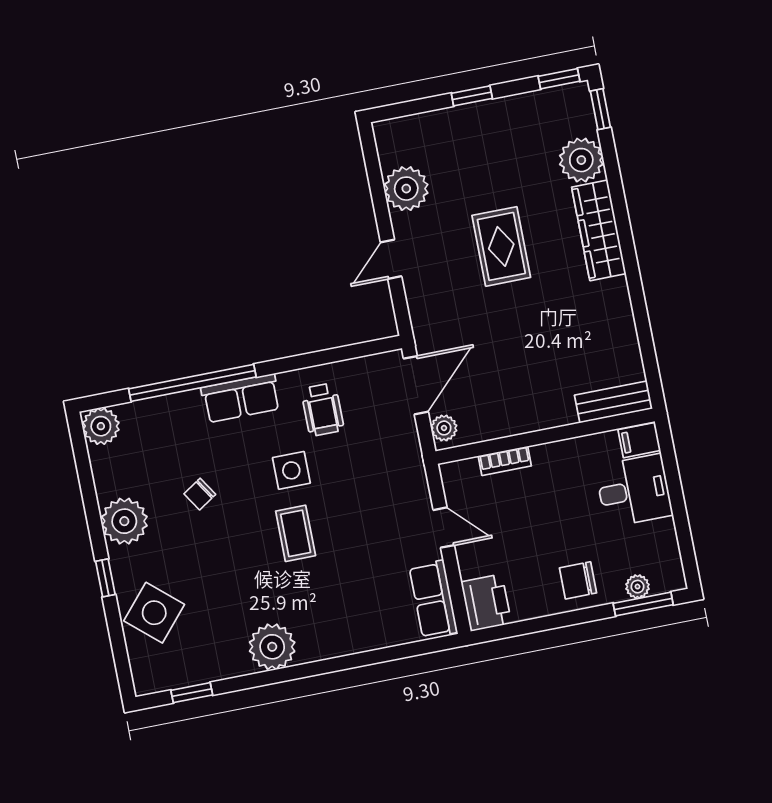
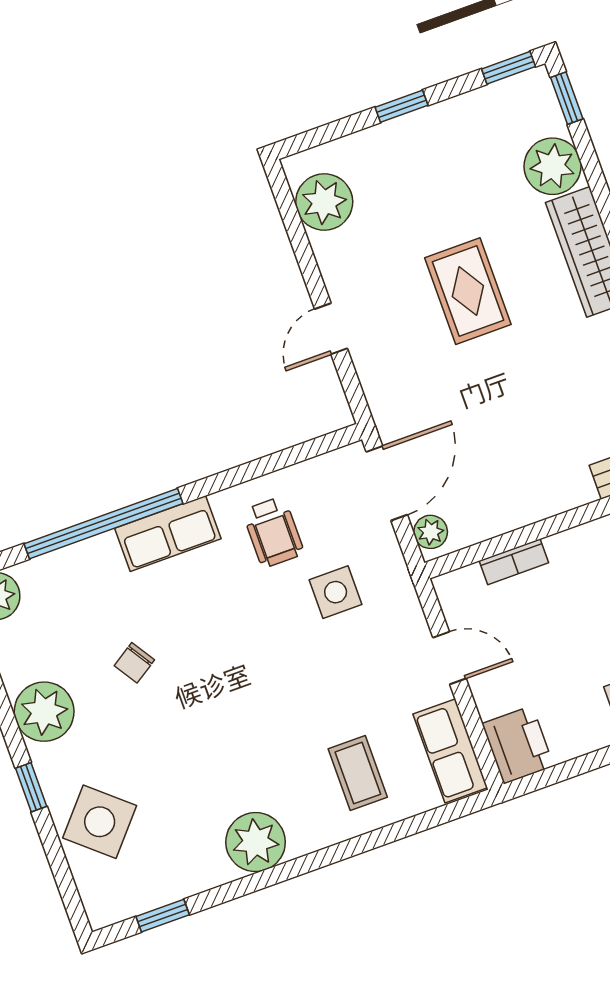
plant: (406, 189) -> (324, 202), moved
side table: (291, 470) -> (336, 592), moved
coffee table: (296, 533) -> (358, 773), moved

